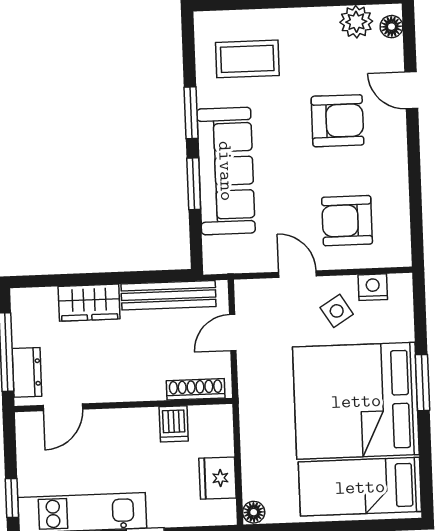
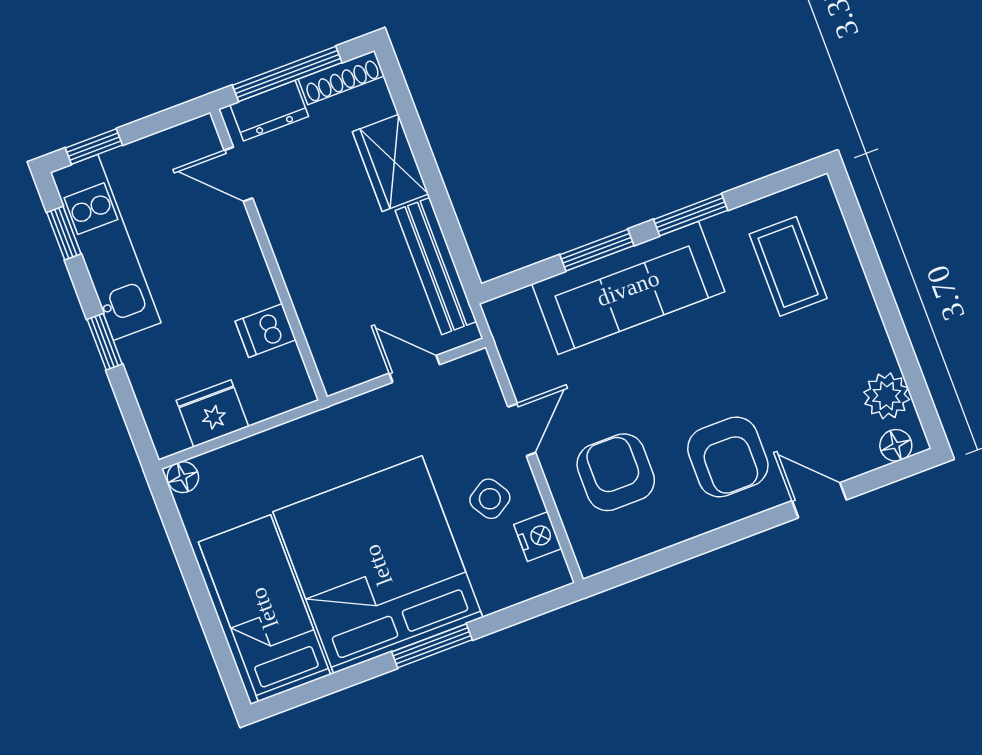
door: (411, 90) -> (819, 500), hinge flipped
armchair: (337, 121) -> (728, 457), moved
shoe rack: (196, 389) -> (341, 78), moved, turned 90

